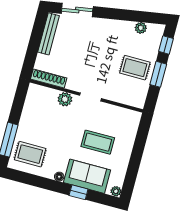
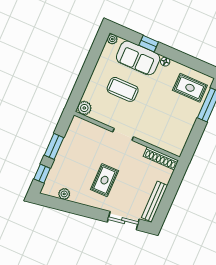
rug: (135, 68) -> (104, 180), moved, turned 90
plant: (65, 99) -> (84, 108), moved

